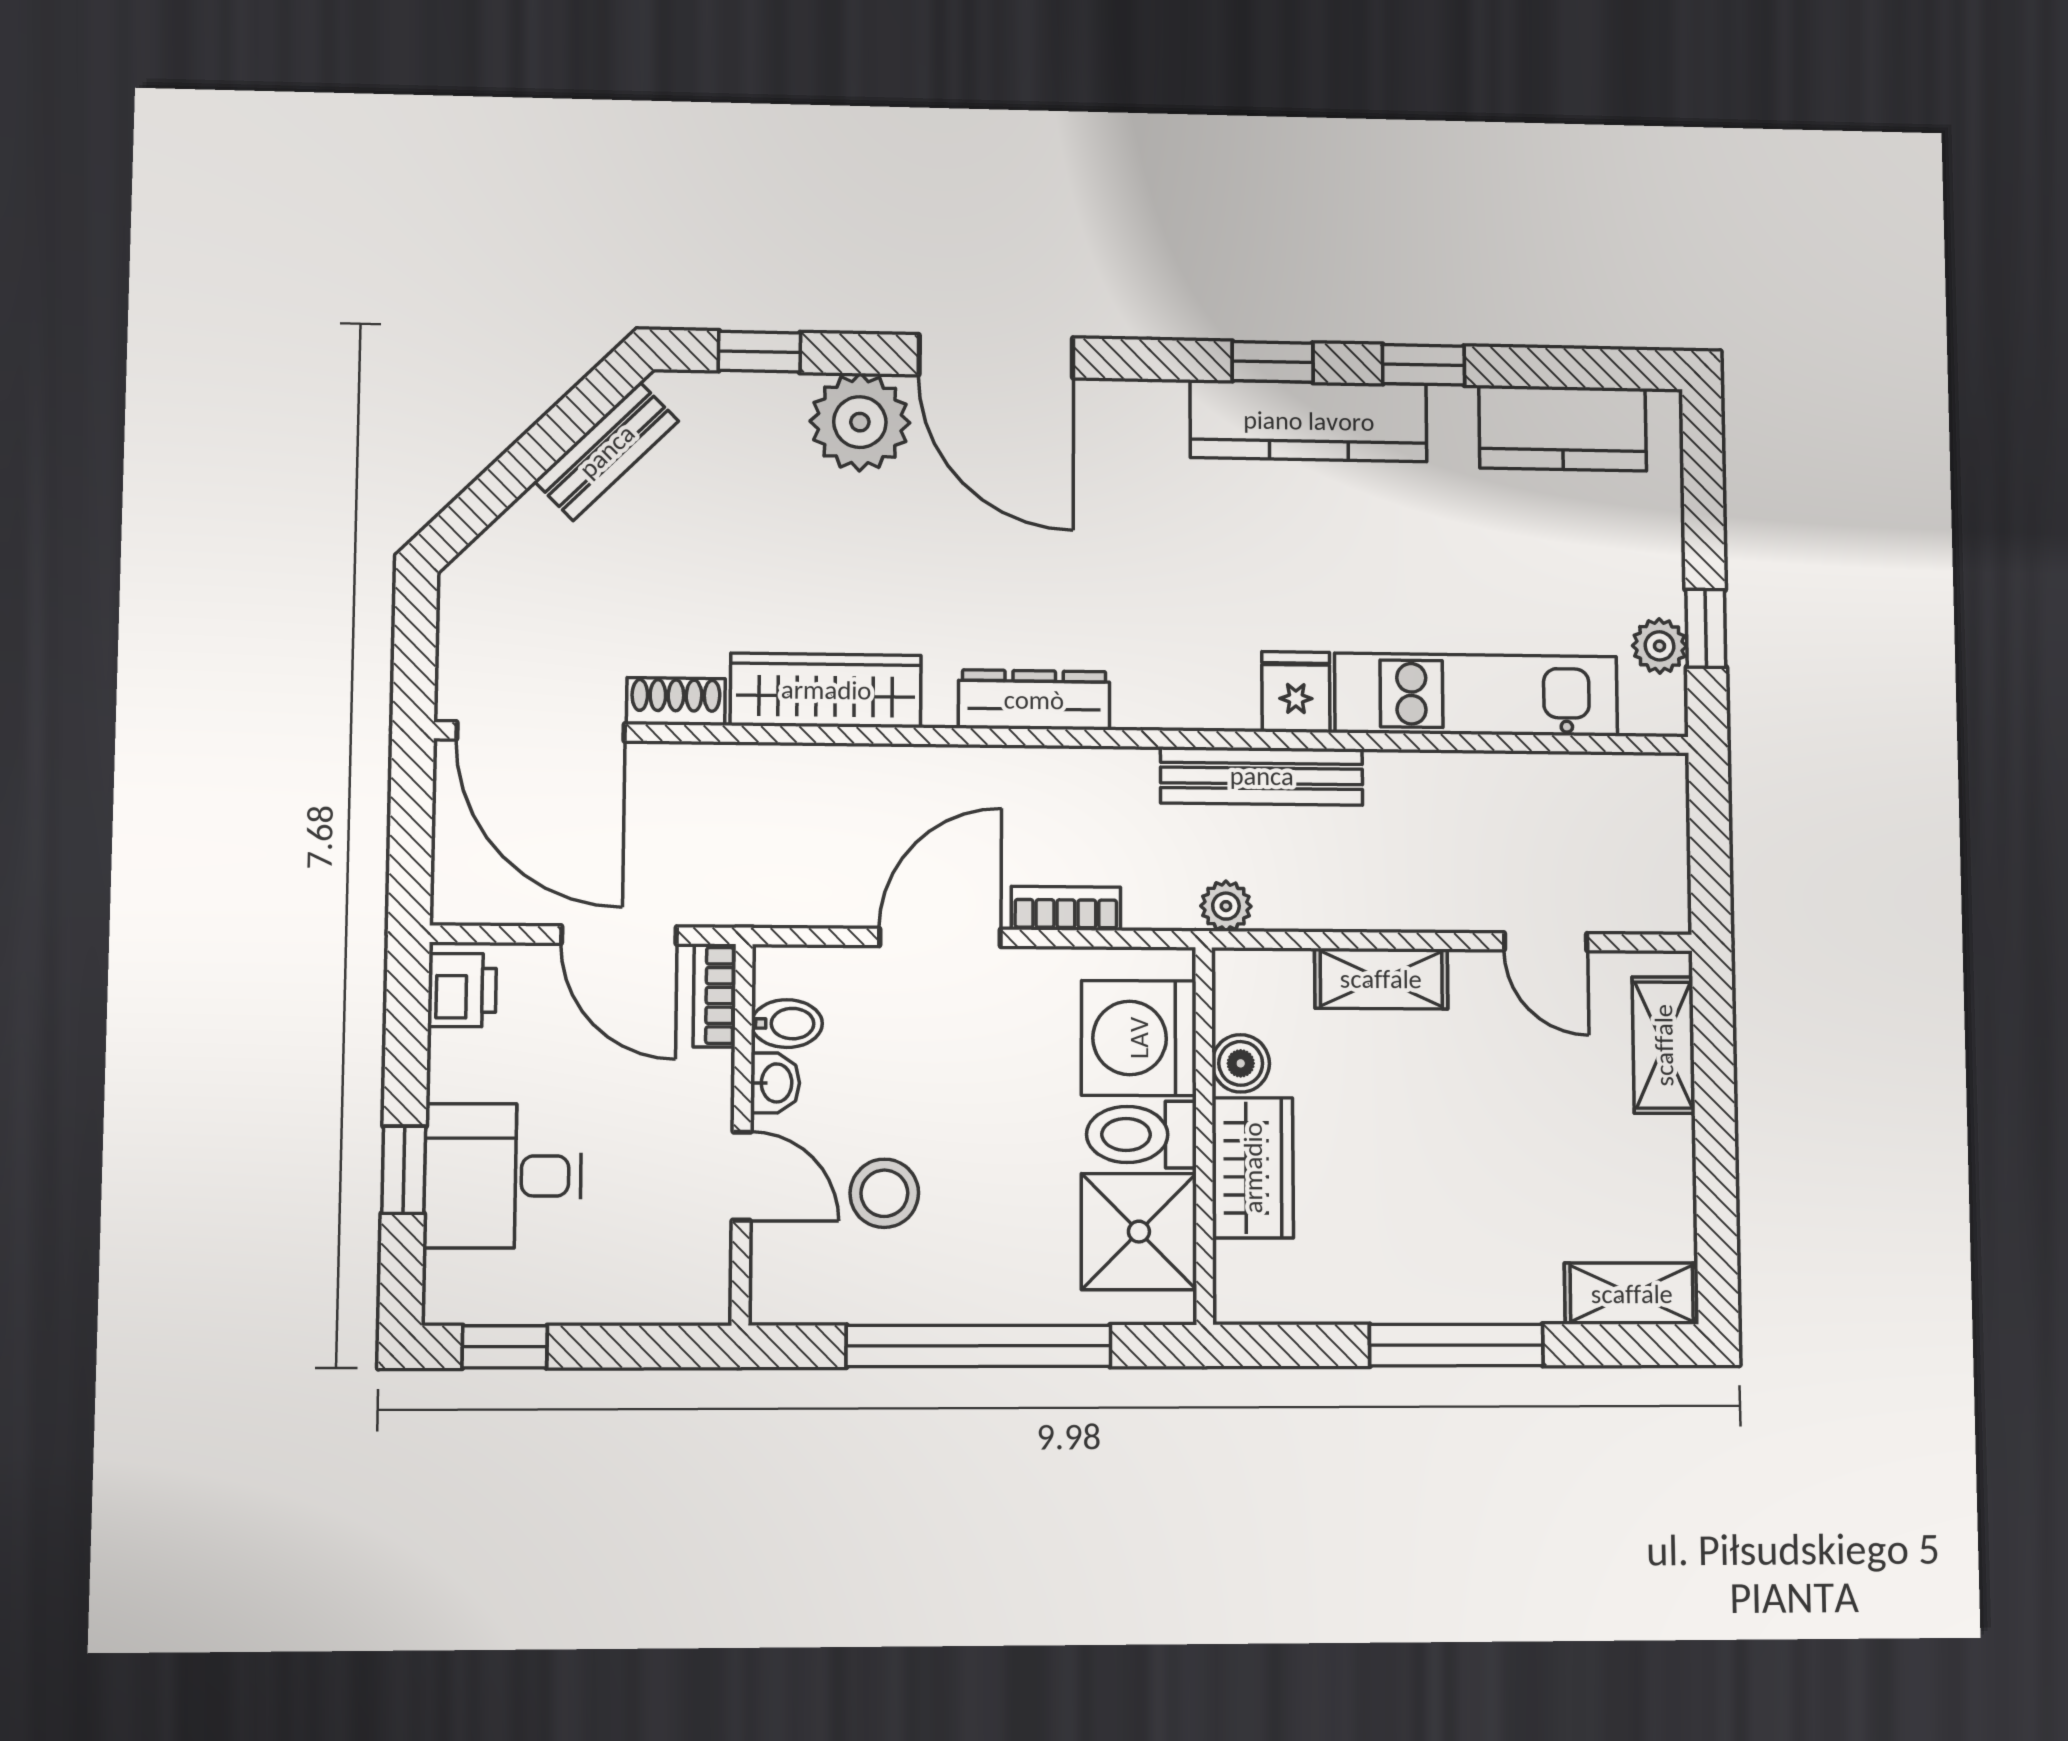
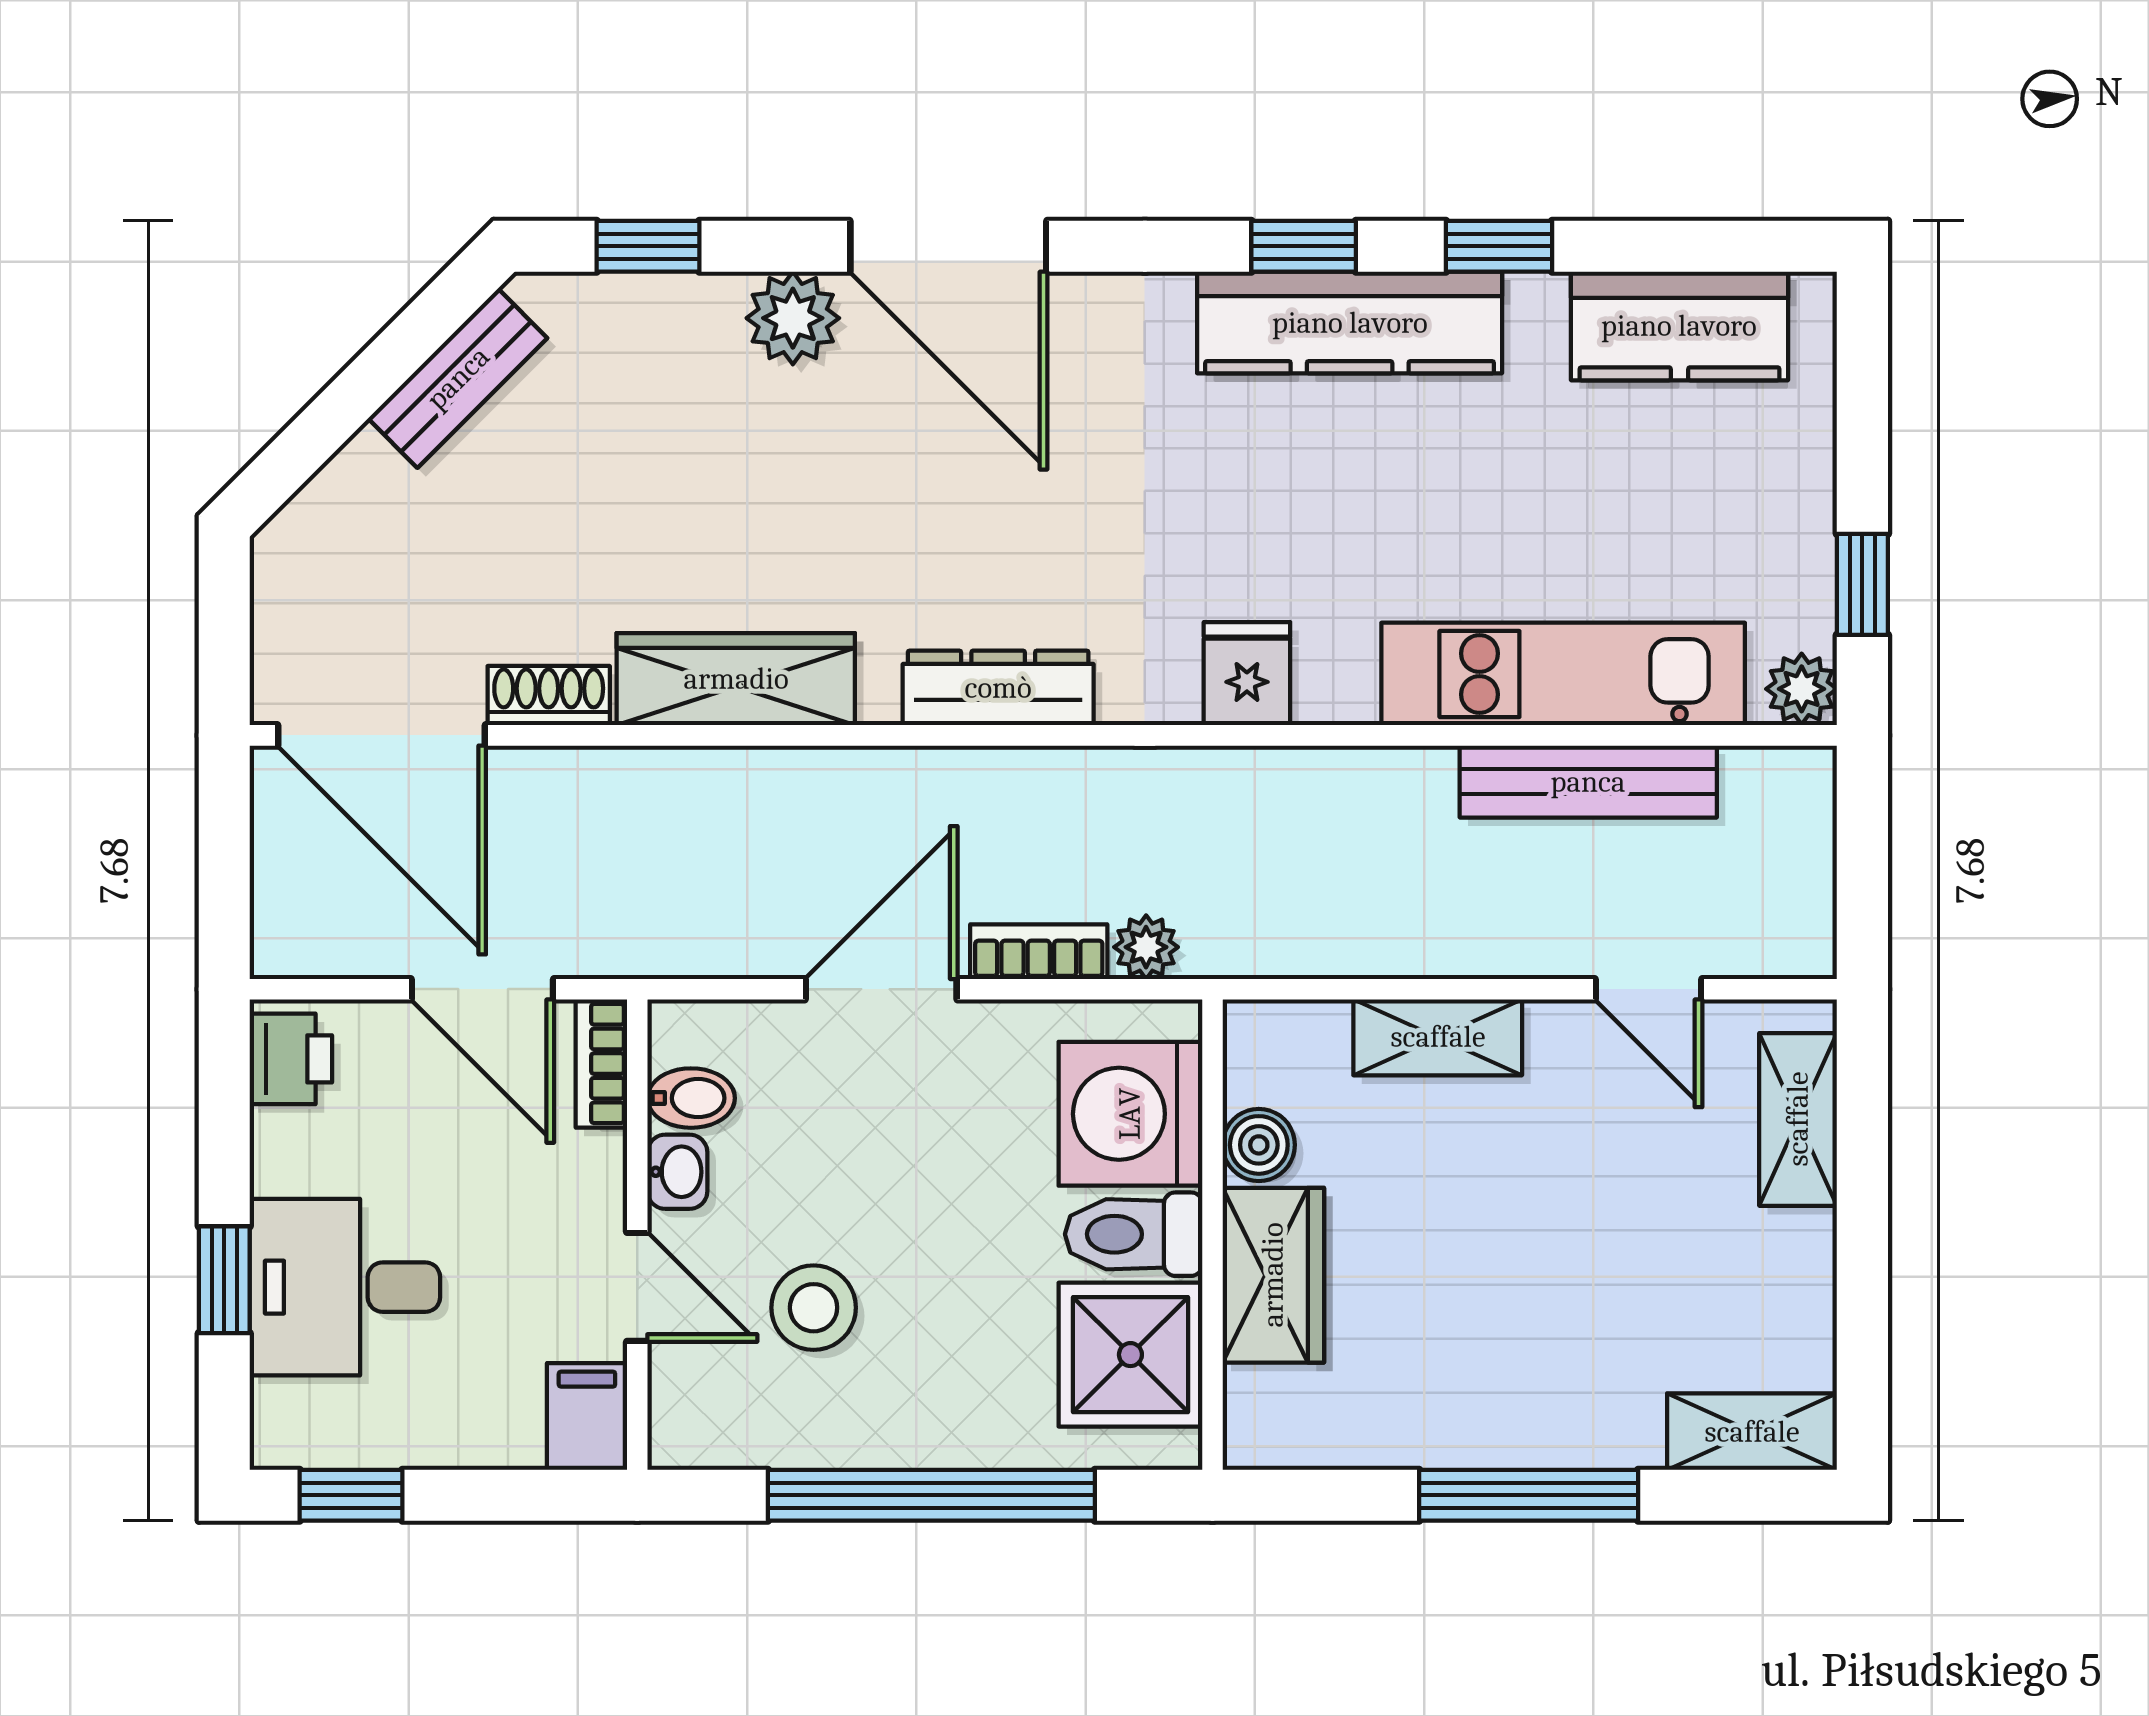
plant: (860, 422) -> (793, 318), width x0.73, depth x0.73
plant: (1660, 646) -> (1802, 689), moved
fridge: (1296, 692) -> (1247, 674), moved
bench: (1262, 776) -> (1588, 782), moved
plant: (1226, 906) -> (1146, 947), moved
filing cabinet: (699, 1282) -> (587, 1416), added

